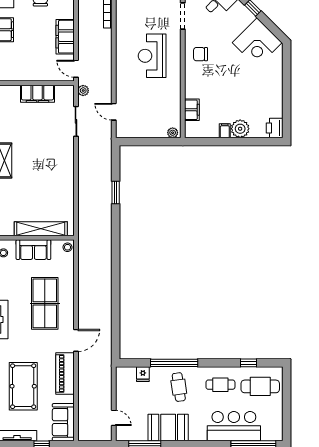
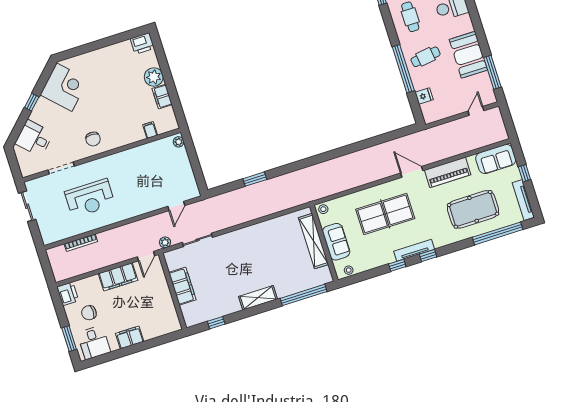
reception desk: (152, 56) -> (90, 198), moved
filing cabinet: (192, 110) -> (150, 130), width x0.50
filing cabinet: (225, 131) -> (162, 97), width x2.00

